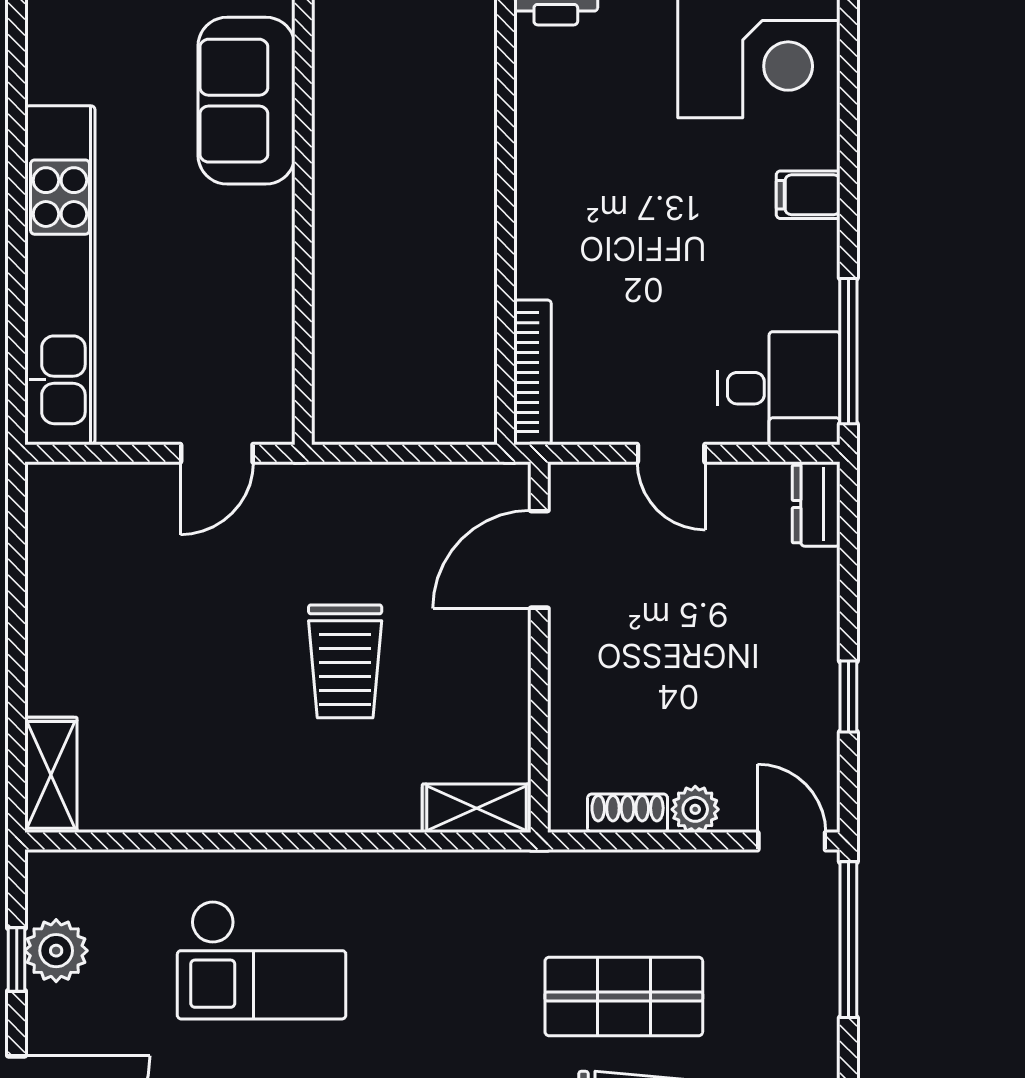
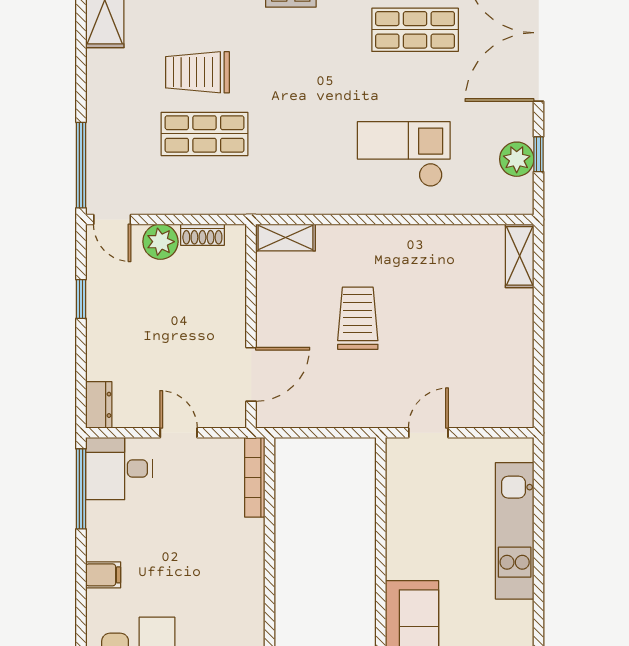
kitchen unit: (60, 275) -> (515, 531), width x0.73
plant: (695, 809) -> (160, 242), width x1.38, depth x1.38

